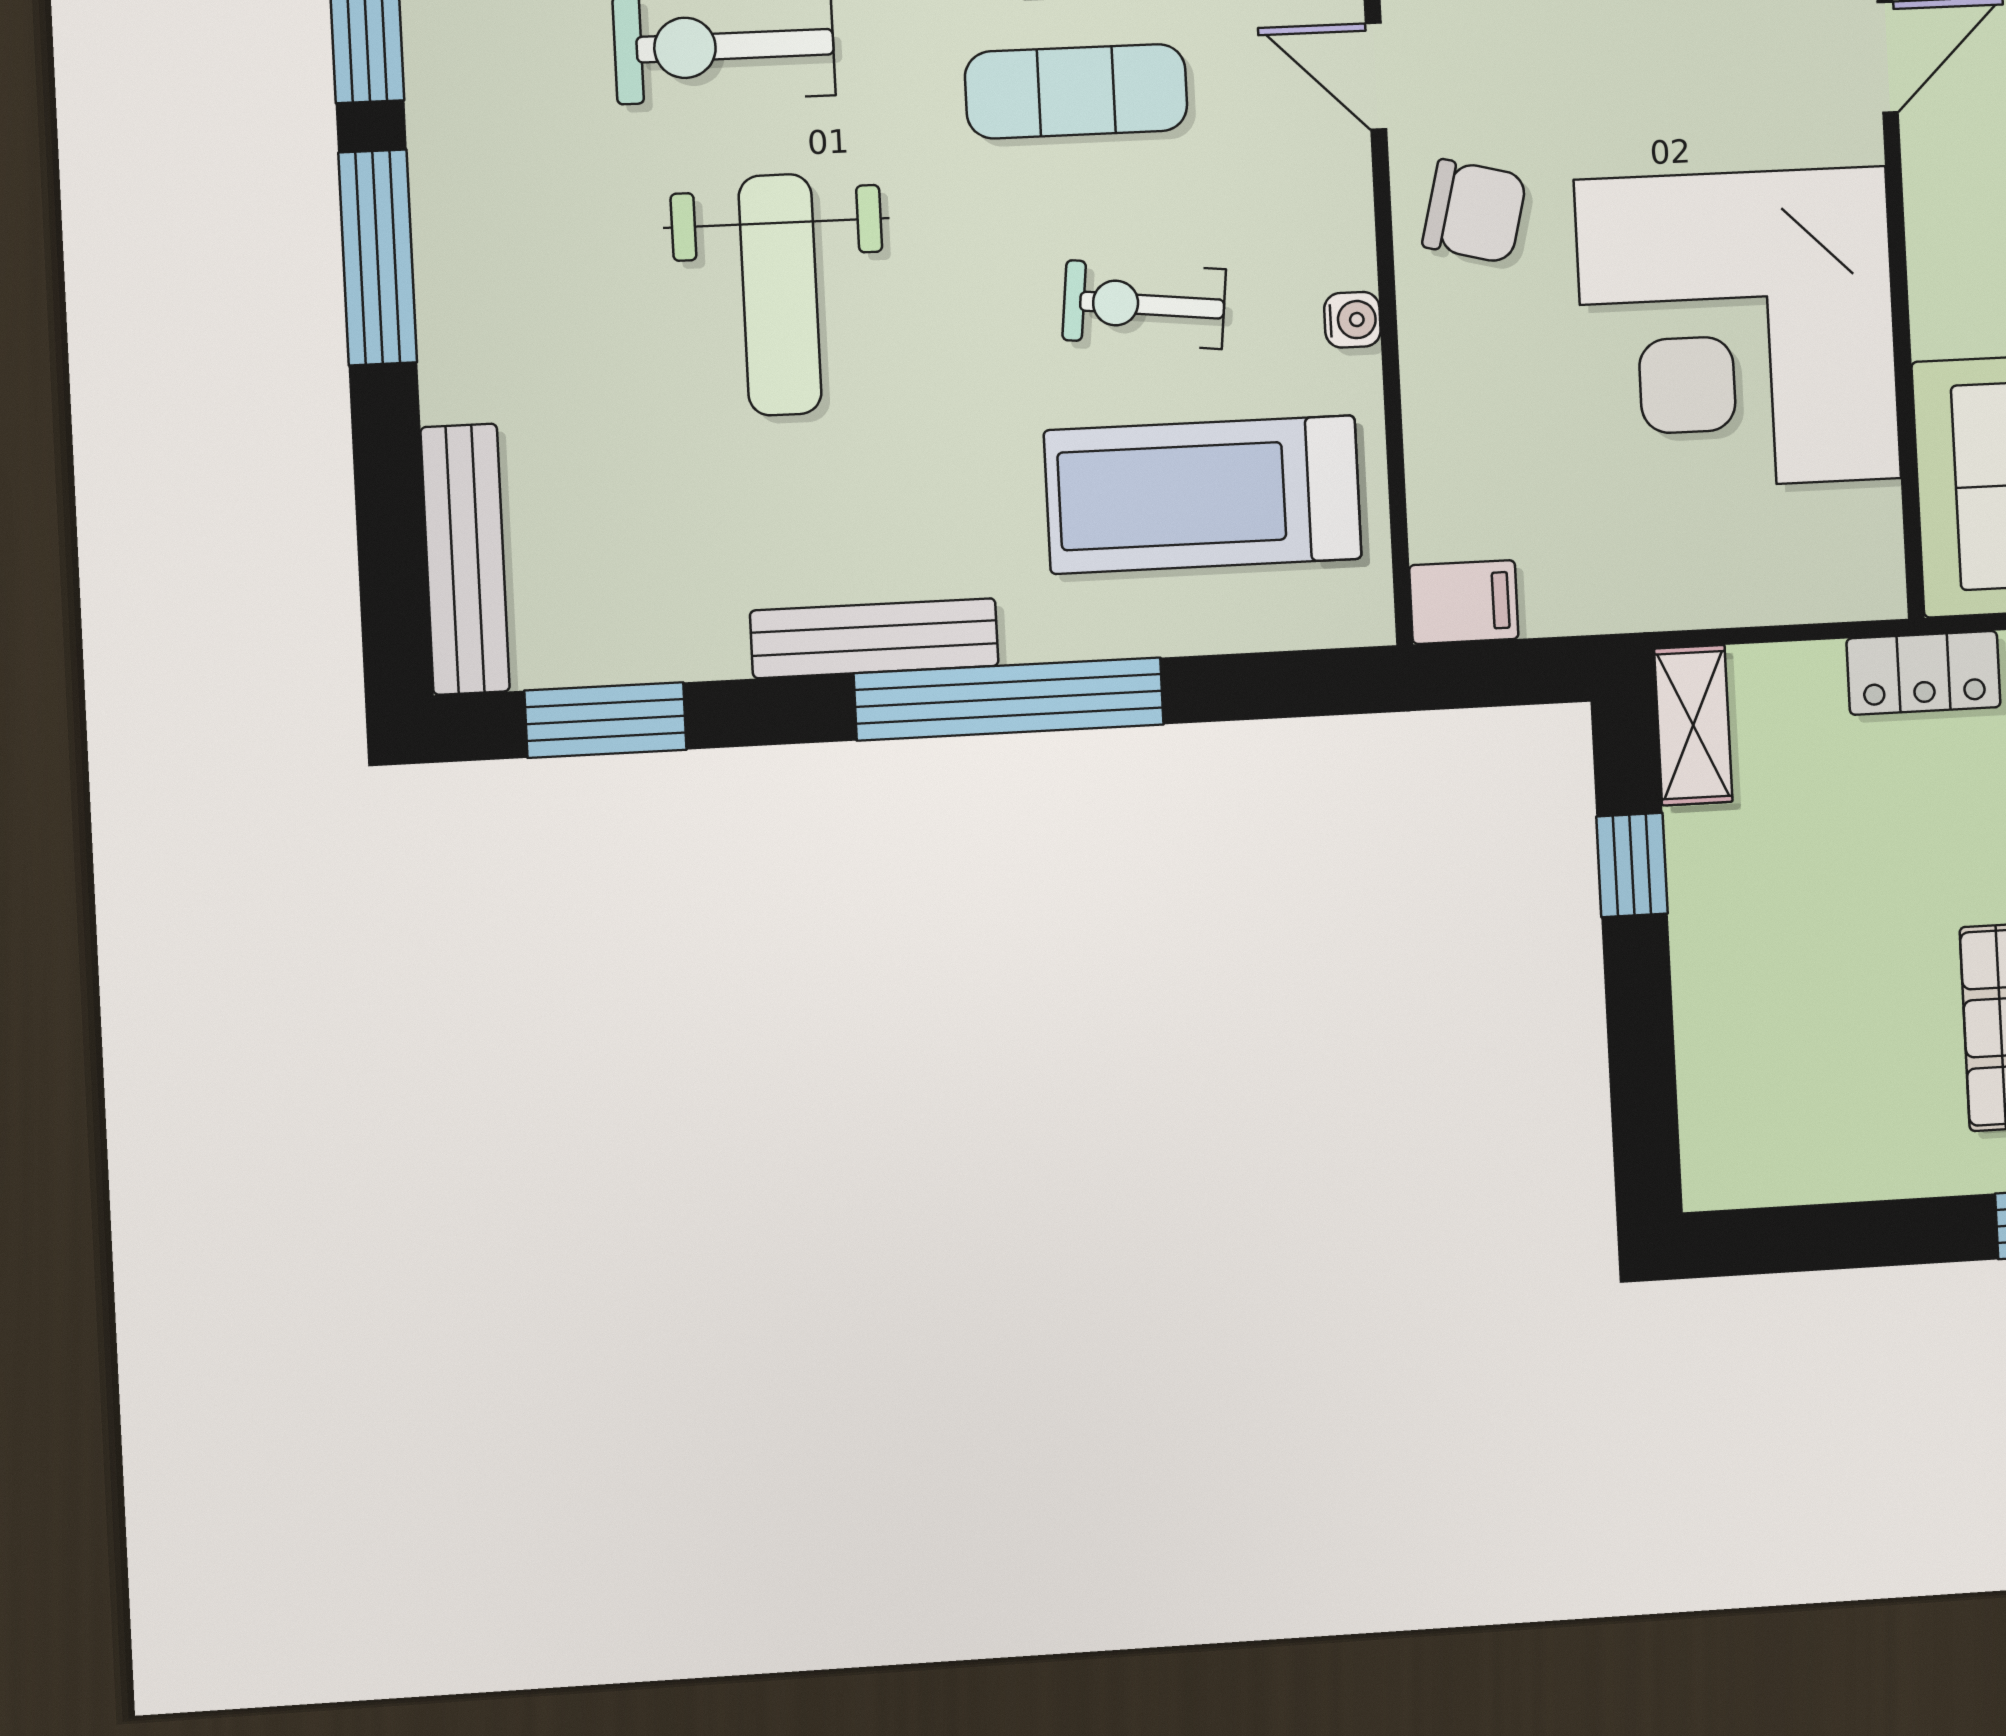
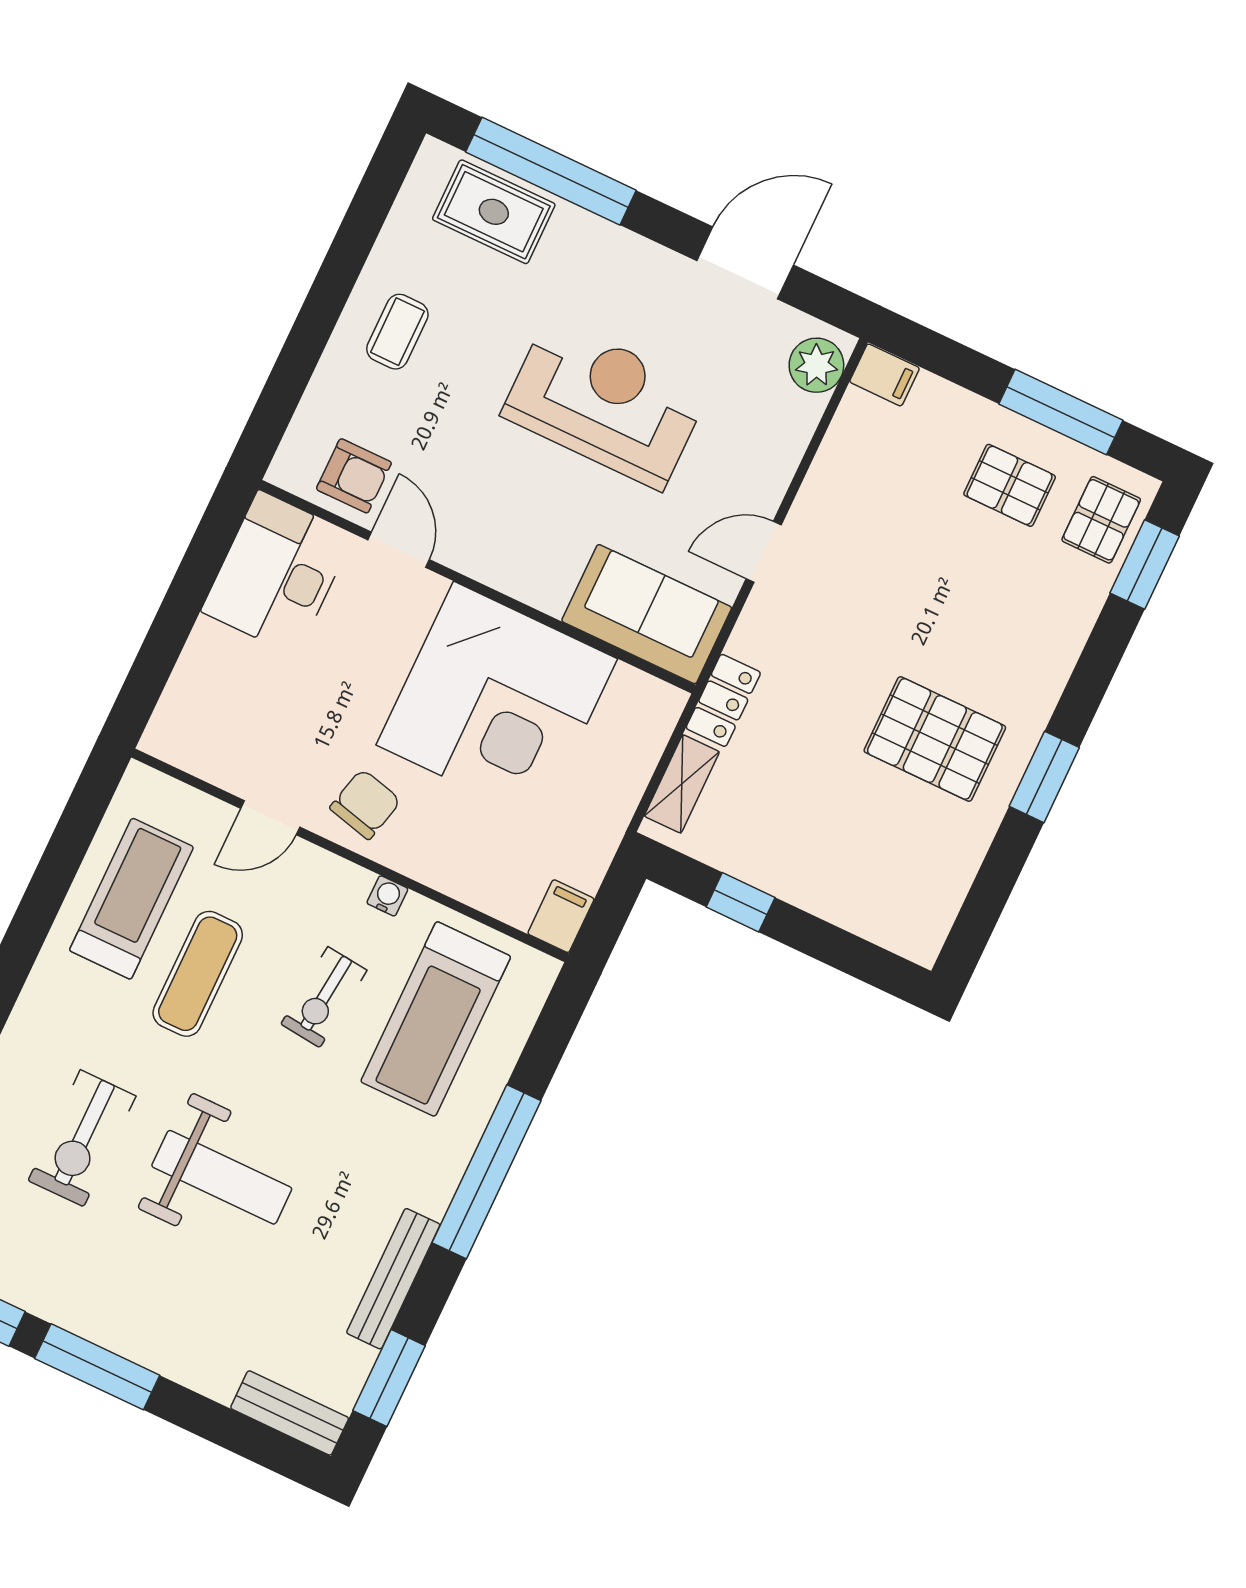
bench: (465, 559) -> (290, 1413), width x0.73
bench: (874, 638) -> (393, 1279), moved
shelving: (1693, 725) -> (682, 784), moved, turned 90

